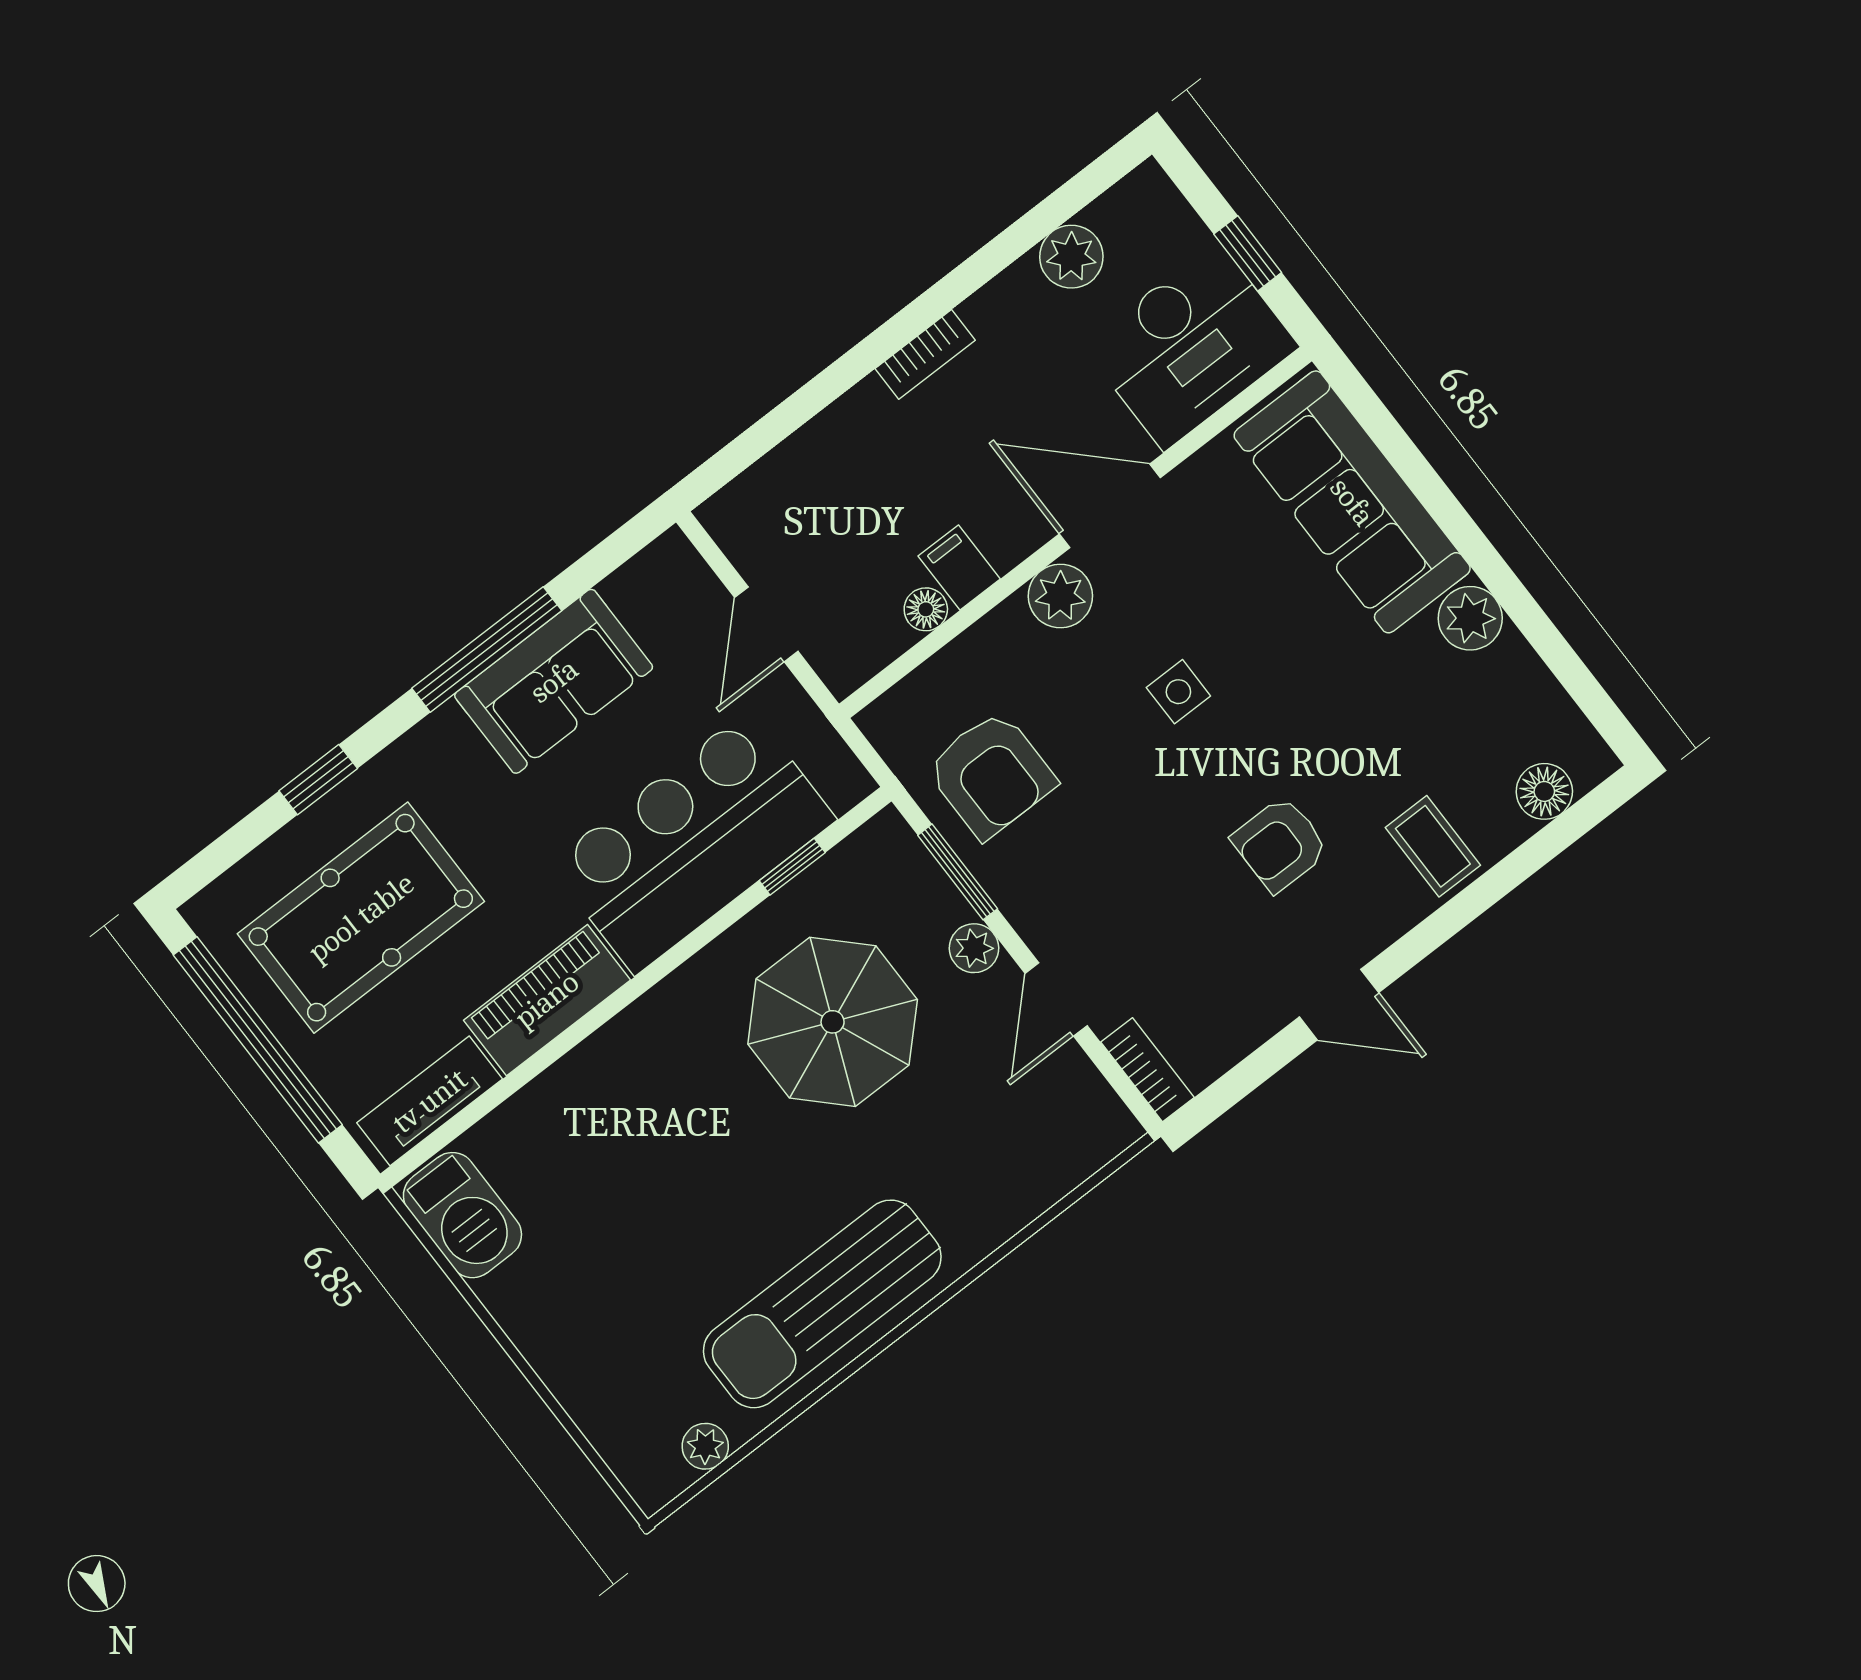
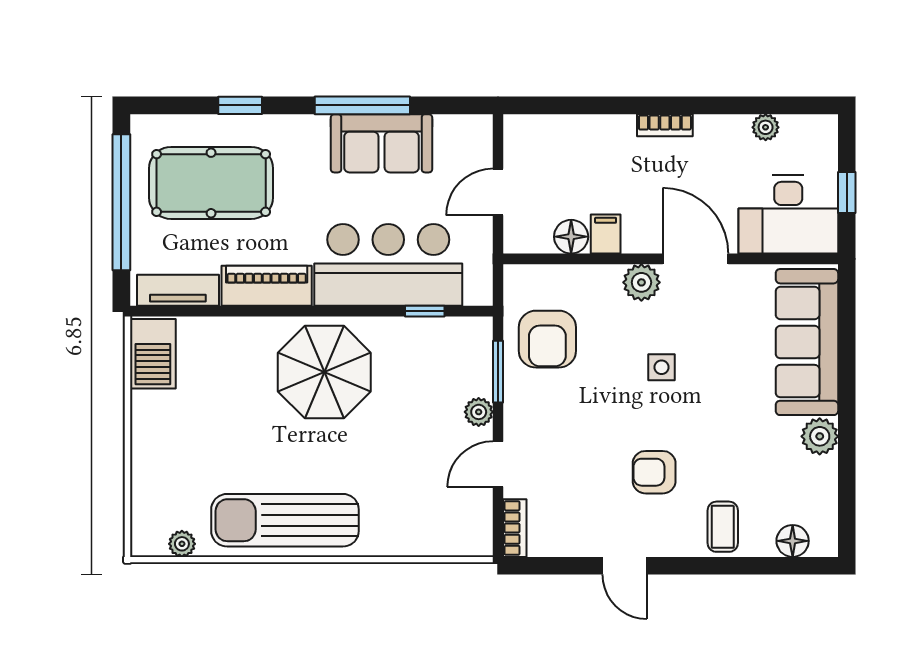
plant: (1071, 257) -> (766, 127), width x0.73, depth x0.73
floor lamp: (926, 609) -> (571, 237), width x1.37, depth x1.37
parasol: (833, 1022) -> (324, 372), moved

